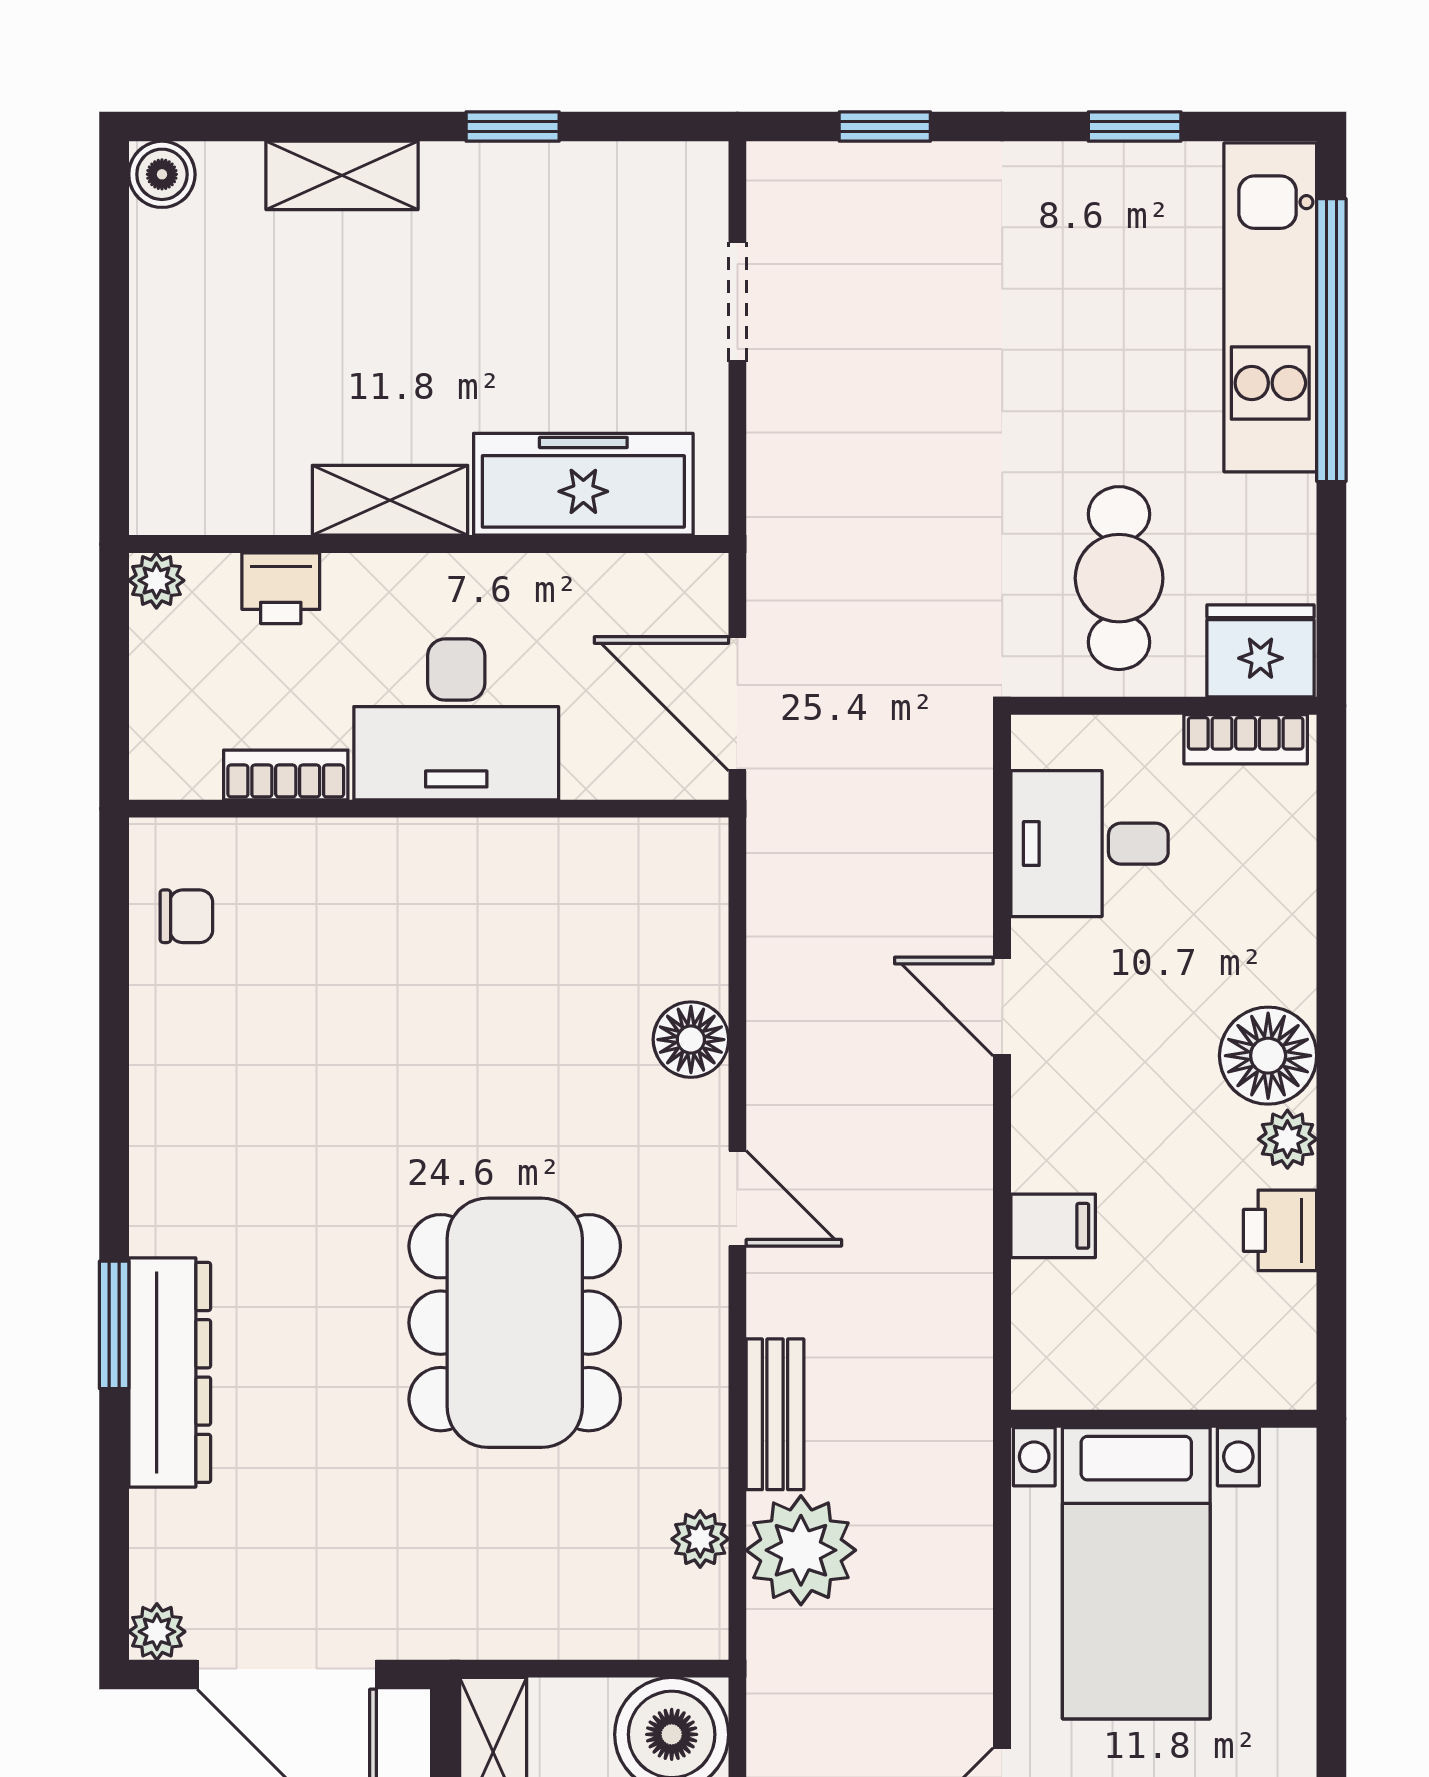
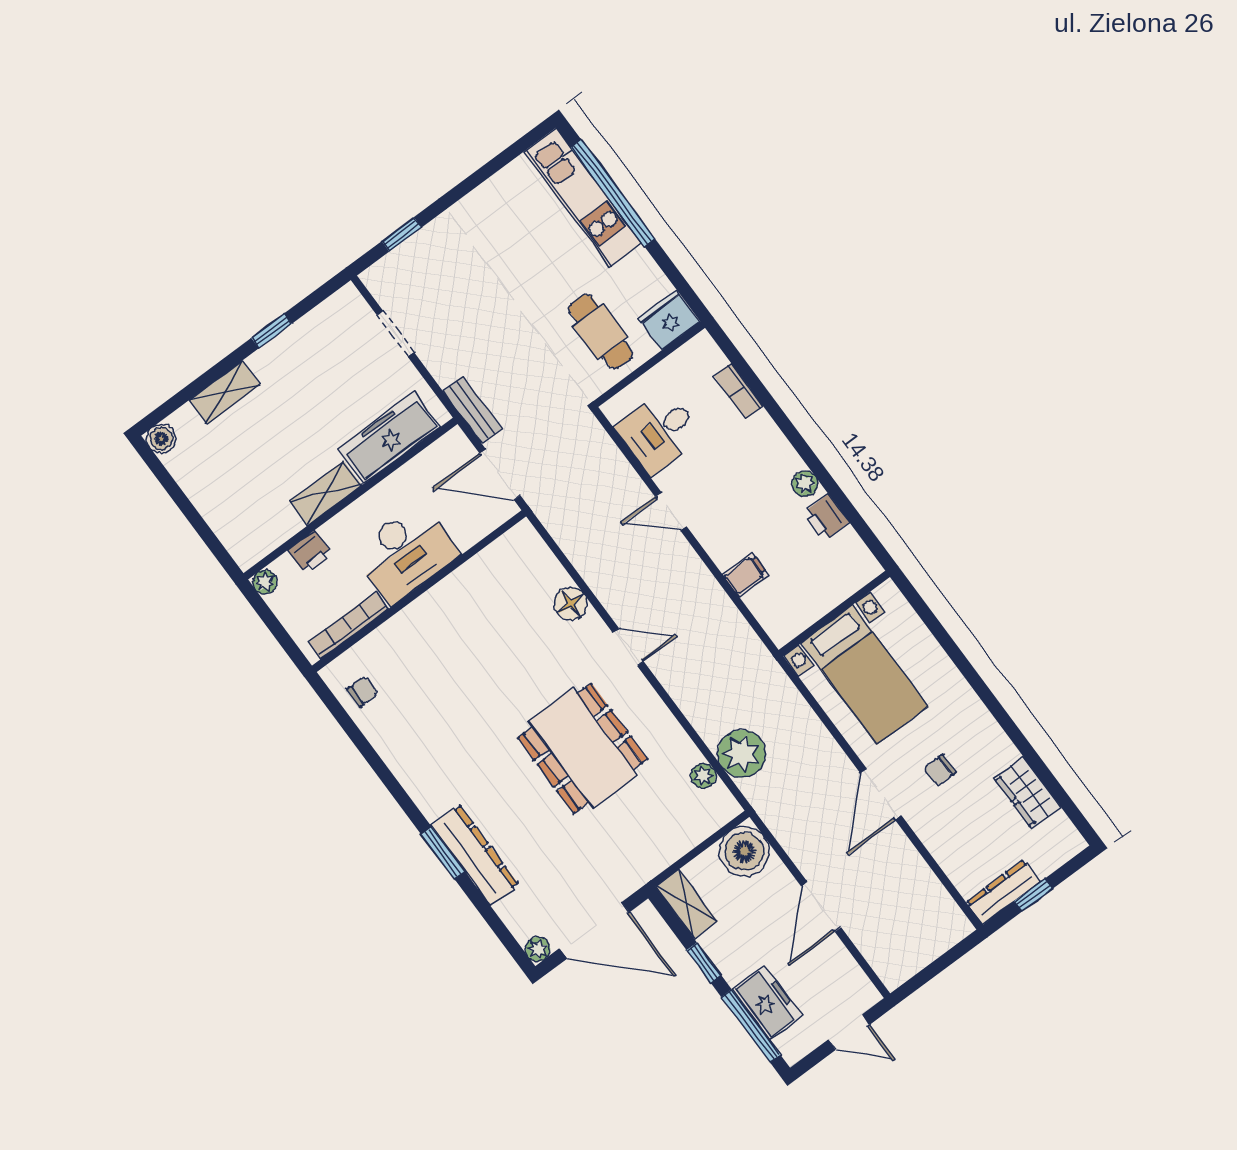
window: (1135, 127) -> (489, 170), removed
bookcase: (1246, 739) -> (739, 391), moved, turned 90
bookcase: (286, 775) -> (348, 625), width x1.56
floor lamp: (1268, 1056) -> (776, 460), removed
bench: (775, 1414) -> (472, 410), moved

